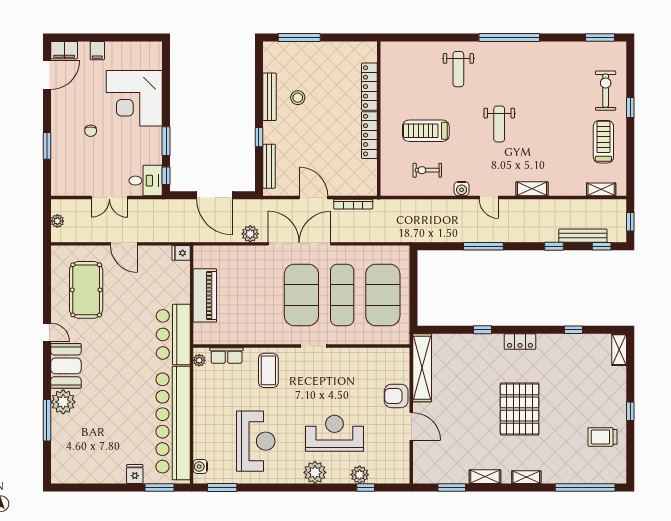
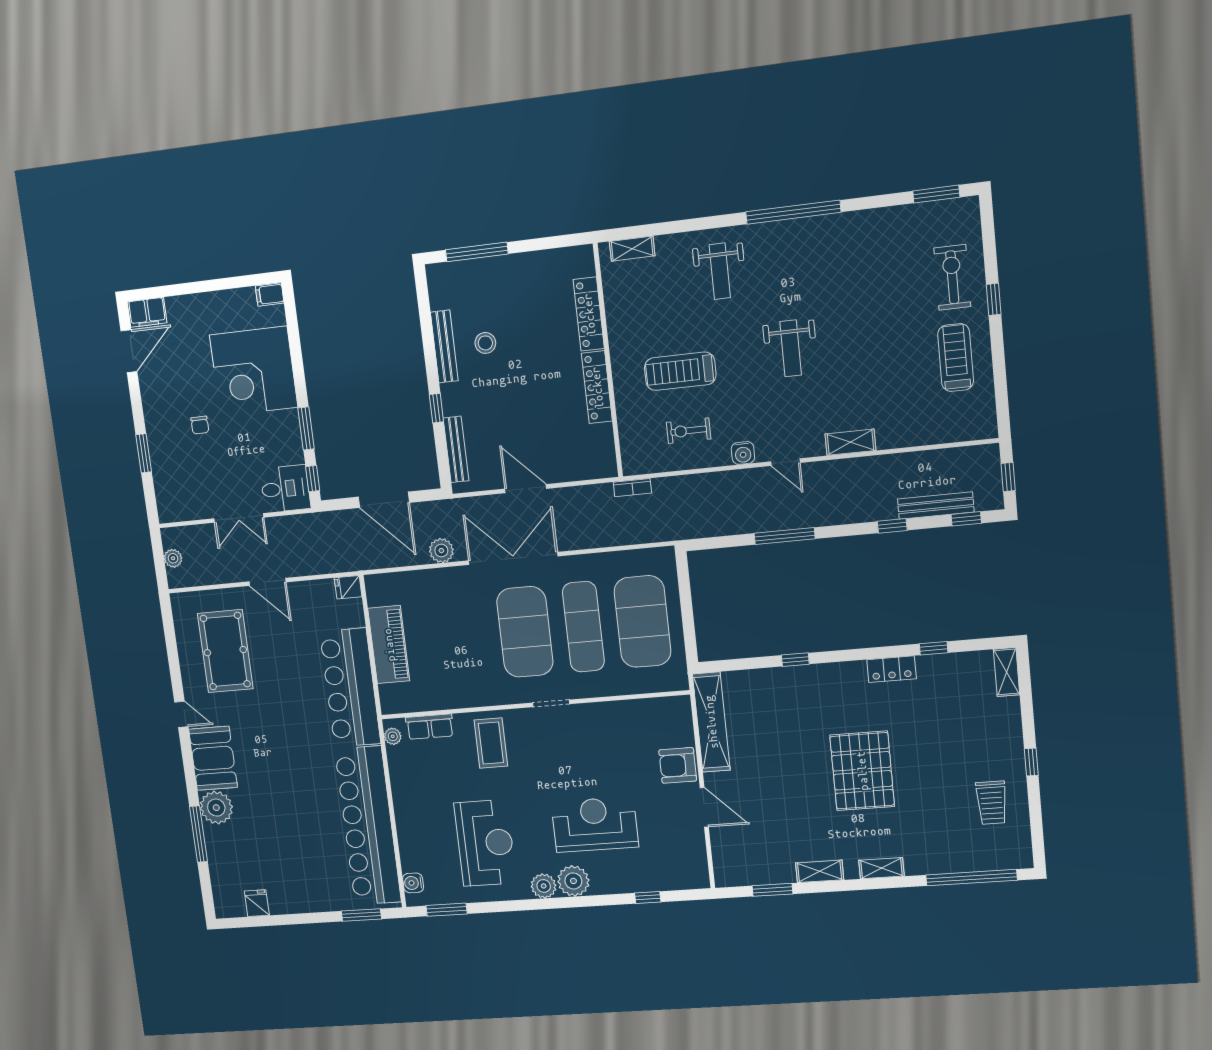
filing cabinet: (97, 51) -> (270, 294), moved, turned 90
shelving: (601, 189) -> (632, 249), moved
bookcase: (353, 204) -> (632, 488), moved, width x0.64
bar counter: (173, 334) -> (350, 688), width x1.36
locker: (520, 341) -> (892, 669), moved
trolley: (602, 437) -> (992, 803), turned -90
fridge: (135, 474) -> (257, 903), moved
plant: (360, 475) -> (544, 886), moved

